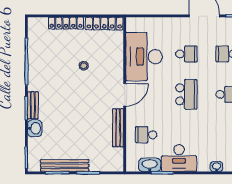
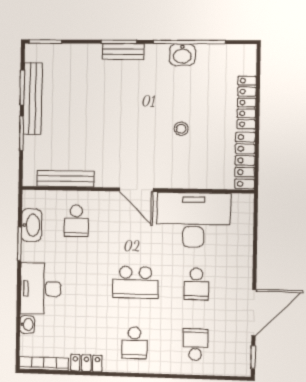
washbasin: (35, 128) -> (182, 55), moved
bench: (118, 128) -> (65, 179), moved
school desk: (146, 135) -> (76, 221), turned 180
desk: (179, 158) -> (41, 289), moved

